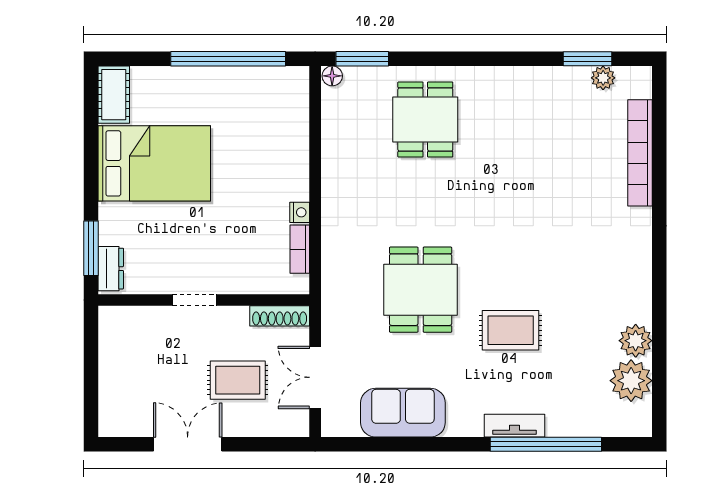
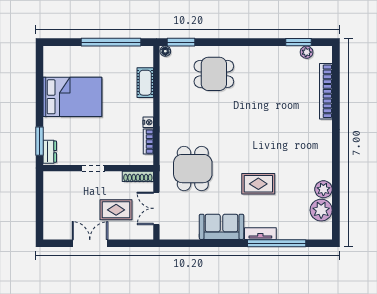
cot: (114, 95) -> (145, 83), moved
dining table: (425, 119) -> (214, 74), turned 90
dining table: (421, 290) -> (193, 169), moved
sofa: (403, 413) -> (222, 227), moved

